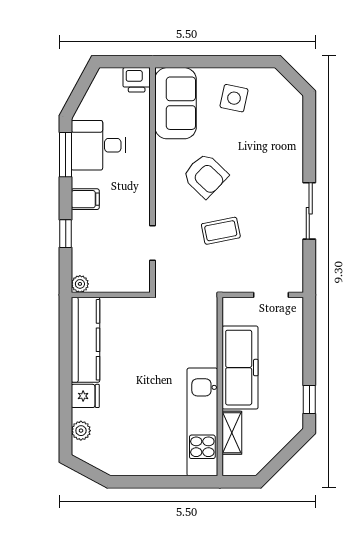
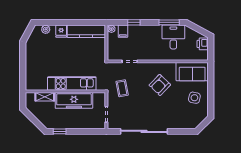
printer: (137, 80) -> (203, 44), moved
filing cabinet: (85, 199) -> (123, 31), moved
sliding door: (309, 211) -> (144, 131), width x1.86
coffee table: (221, 231) -> (122, 88), moved
kitchen unit: (202, 422) -> (72, 84), moved

